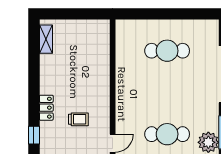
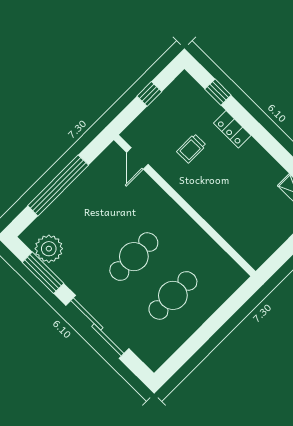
cafe table: (167, 134) -> (134, 257), moved

